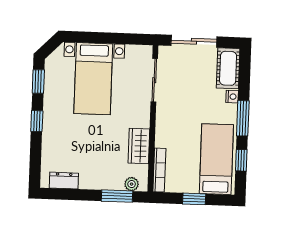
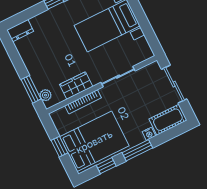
sliding door: (154, 80) -> (118, 77), moved
bed: (216, 159) -> (94, 141), width x1.50
bookcase: (159, 170) -> (83, 102), moved
dresser: (64, 181) -> (20, 31), moved, turned 90

